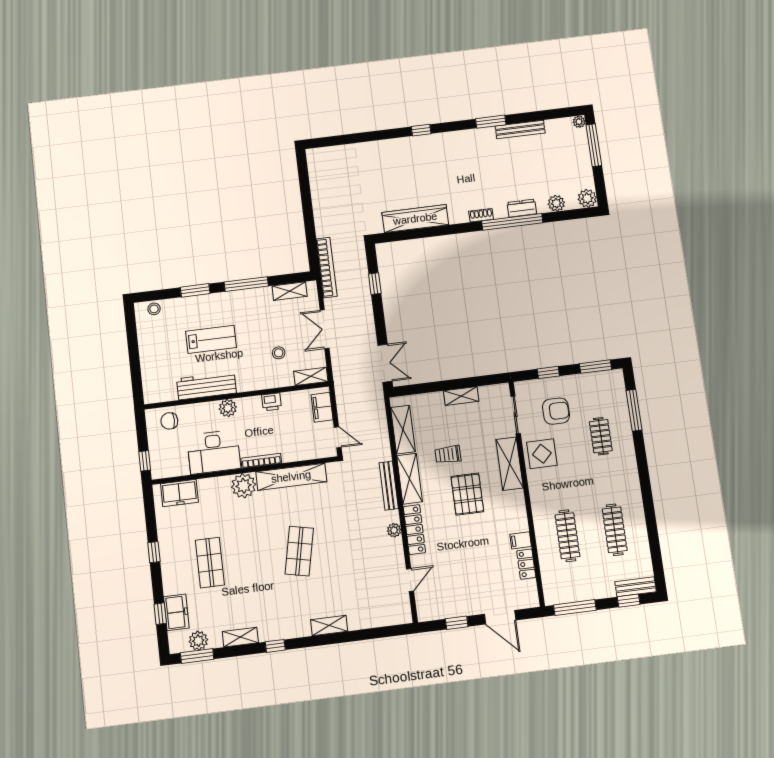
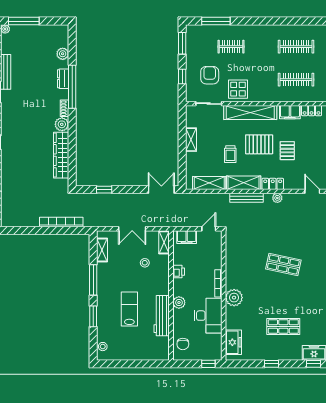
plant: (587, 198) -> (62, 124), moved
bookcase: (327, 268) -> (61, 222), moved
shelving: (510, 464) -> (250, 112), width x1.47
shelving: (291, 477) -> (232, 264), removed
locker: (414, 530) -> (273, 184), width x0.66
pallet: (464, 536) -> (287, 151), added
filing cabinet: (521, 540) -> (290, 112), width x2.00

